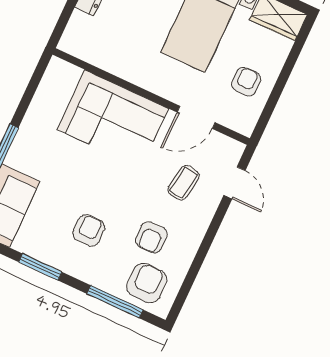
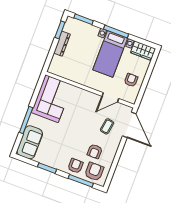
corner sofa: (113, 119) -> (52, 99), moved, turned -90
door: (234, 183) -> (129, 125), width x1.88
armchair: (89, 230) -> (75, 166), moved

